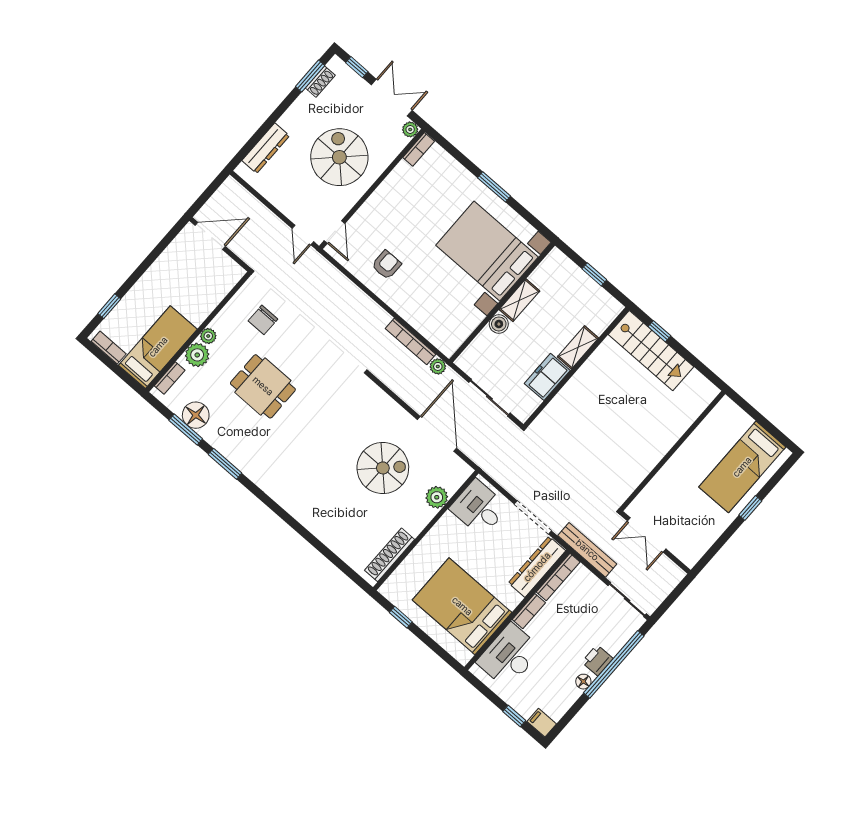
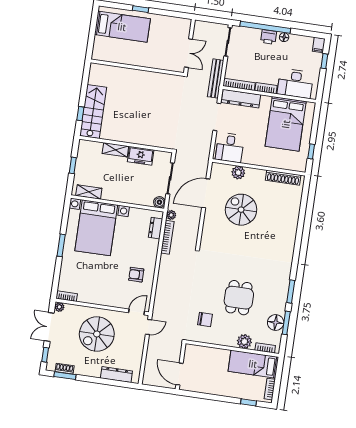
shelving: (519, 300) -> (89, 192), moved
boiler: (499, 324) -> (159, 202), moved
dresser: (433, 333) -> (156, 228), added
plant: (208, 336) -> (231, 342), removed

